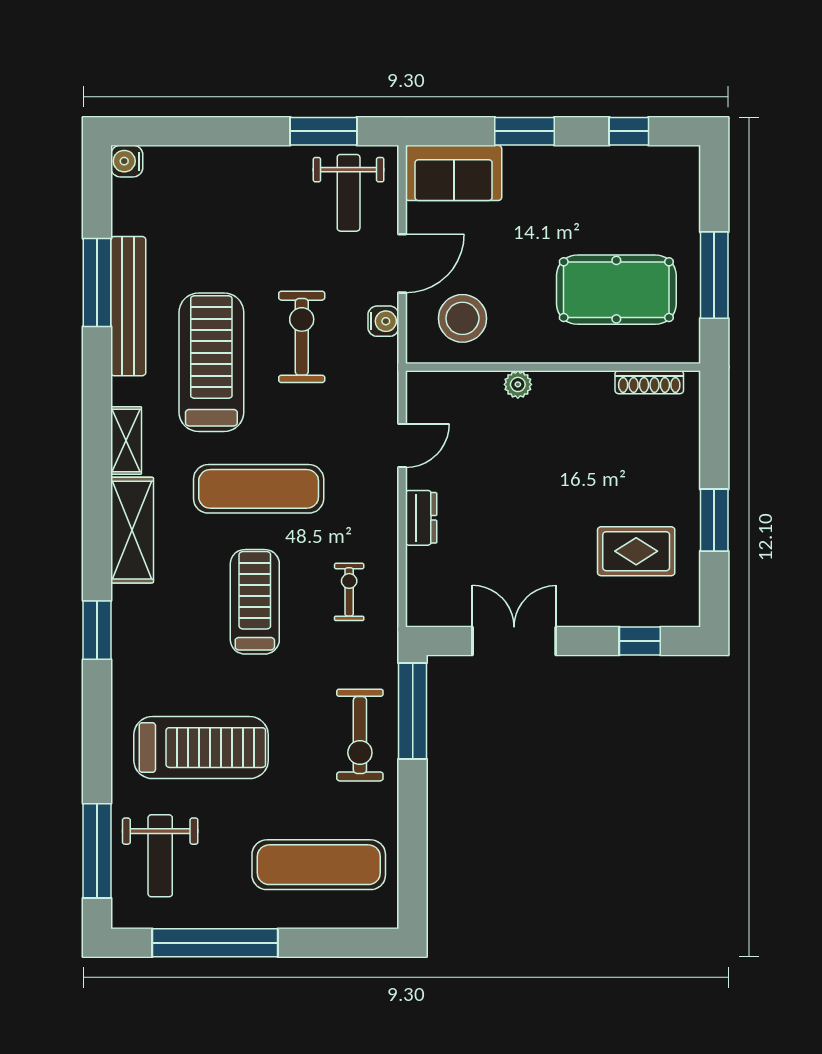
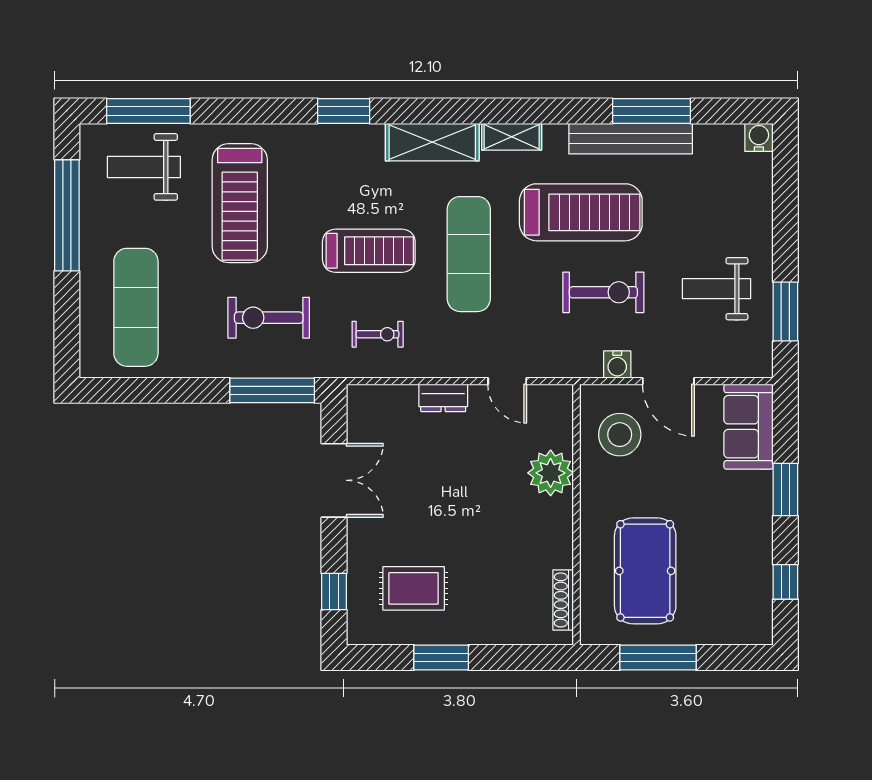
weight bench: (349, 193) -> (716, 289), moved
plant: (518, 384) -> (551, 473), width x1.88, depth x1.88
rug: (636, 551) -> (414, 588), turned 90
exercise bike: (360, 735) -> (269, 318), moved

